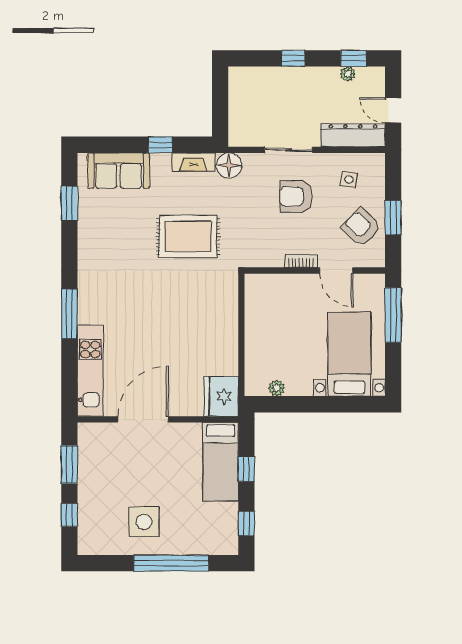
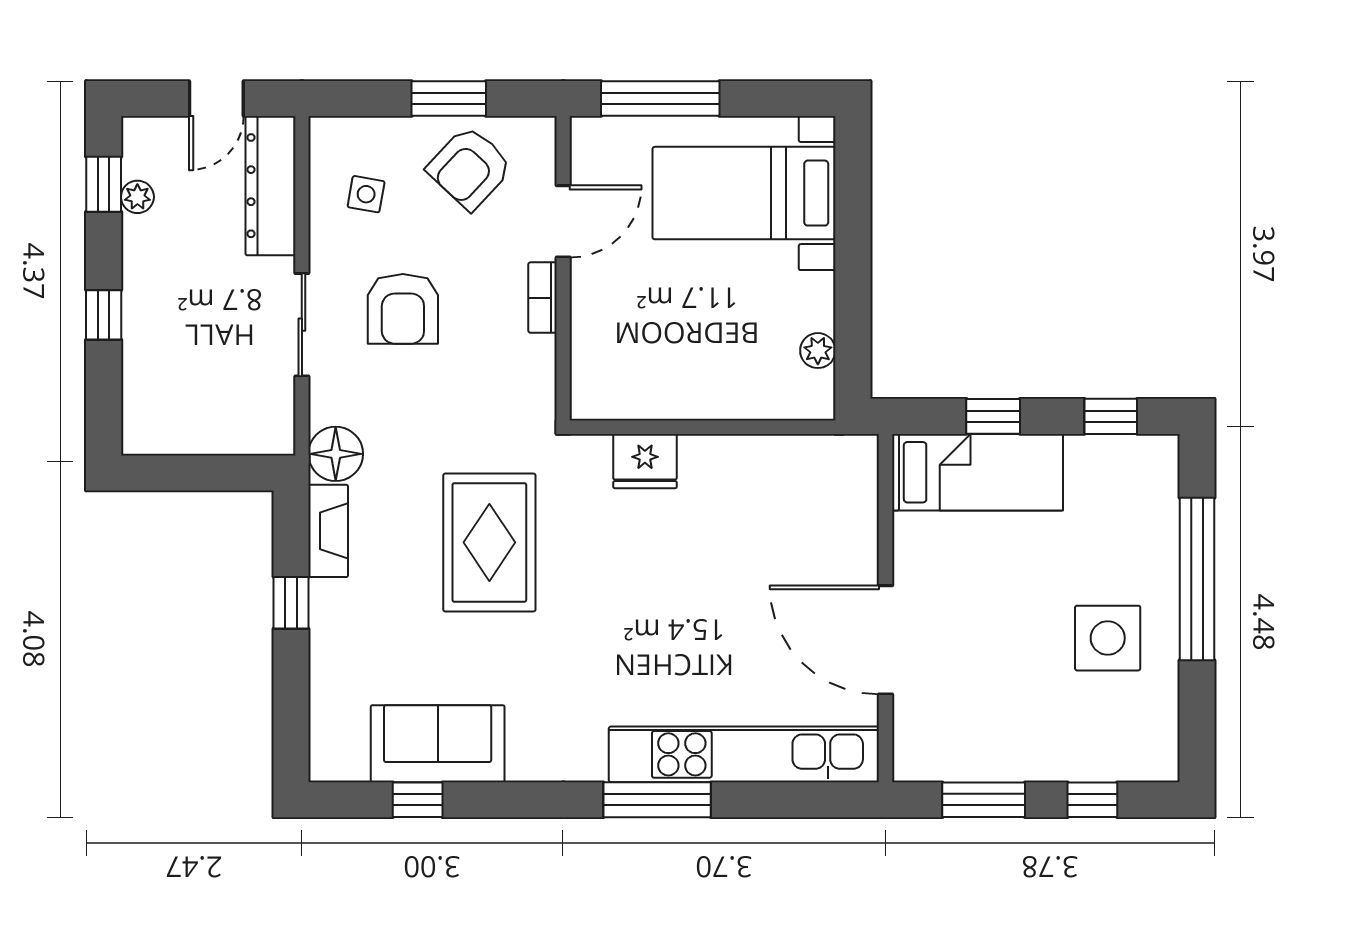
sofa: (118, 171) -> (438, 744), moved, turned -90
window: (69, 203) -> (418, 800), width x0.67
kitchen unit: (90, 371) -> (744, 754), width x1.36
fridge: (221, 396) -> (645, 461), moved, width x0.73, depth x0.75

